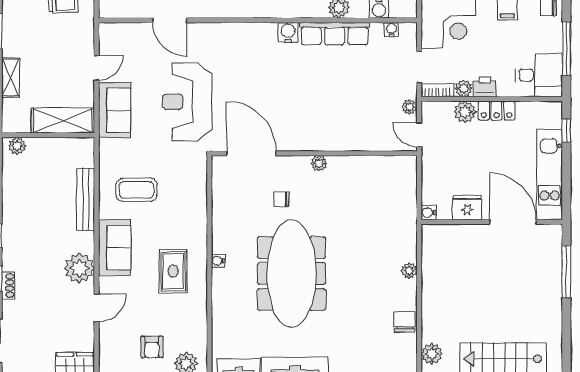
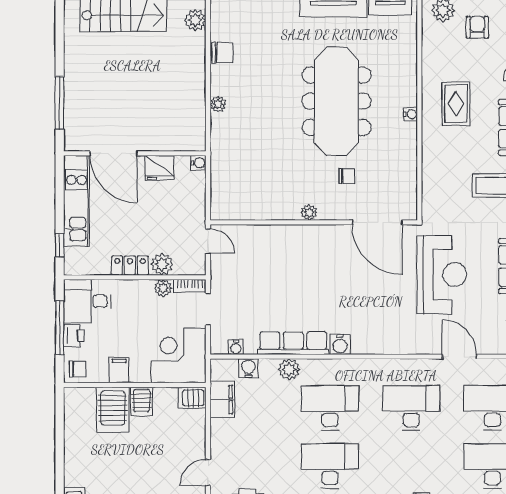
printer: (485, 87) -> (74, 336), moved, turned -90
plant: (410, 107) -> (218, 269), removed
chair: (405, 322) -> (222, 53), turned -90

